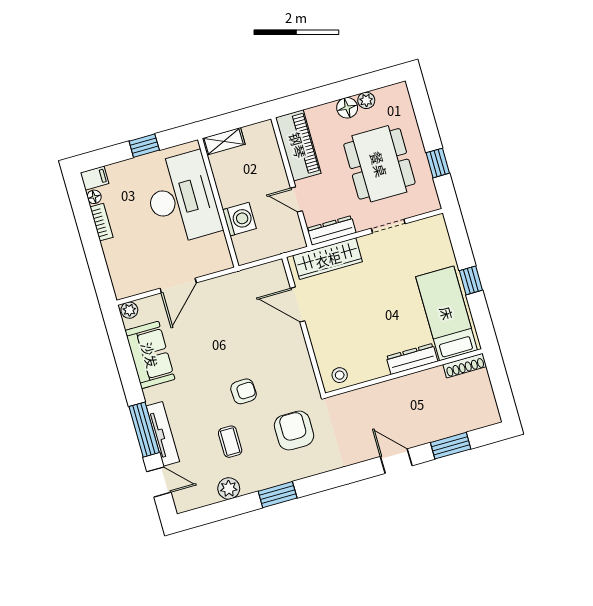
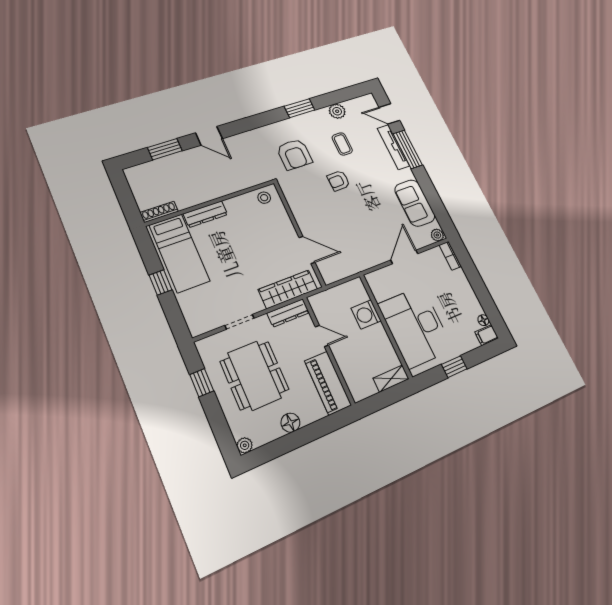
plant: (366, 100) -> (245, 445), moved
bookcase: (101, 222) -> (450, 256), moved

